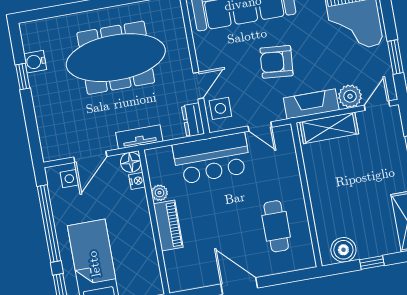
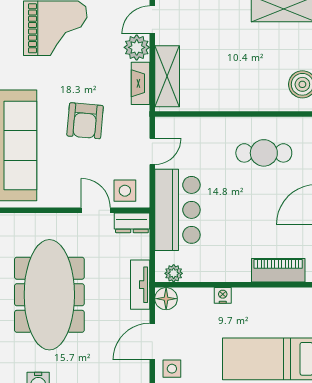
fireplace: (311, 104) -> (141, 83), width x0.73, depth x0.76
door: (377, 106) -> (152, 20), hinge flipped
door: (90, 157) -> (152, 342), swing flipped
nightstand: (137, 181) -> (223, 295), moved
plant: (160, 193) -> (174, 273), moved
piano: (168, 226) -> (278, 270), moved

